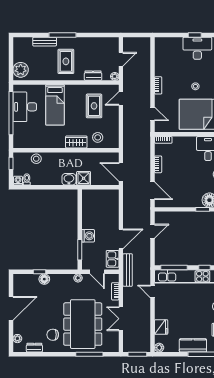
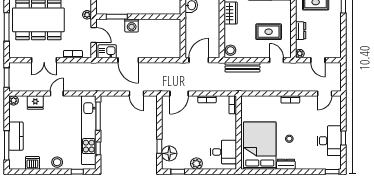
door: (153, 114) -> (325, 94), moved
stool: (98, 137) -> (230, 50), moved
shower: (84, 178) -> (192, 21), removed
bench: (128, 270) -> (242, 67), moved
door: (97, 272) -> (94, 35), swing flipped
door: (153, 291) -> (57, 94), moved
double door: (121, 319) -> (44, 60), swing flipped

